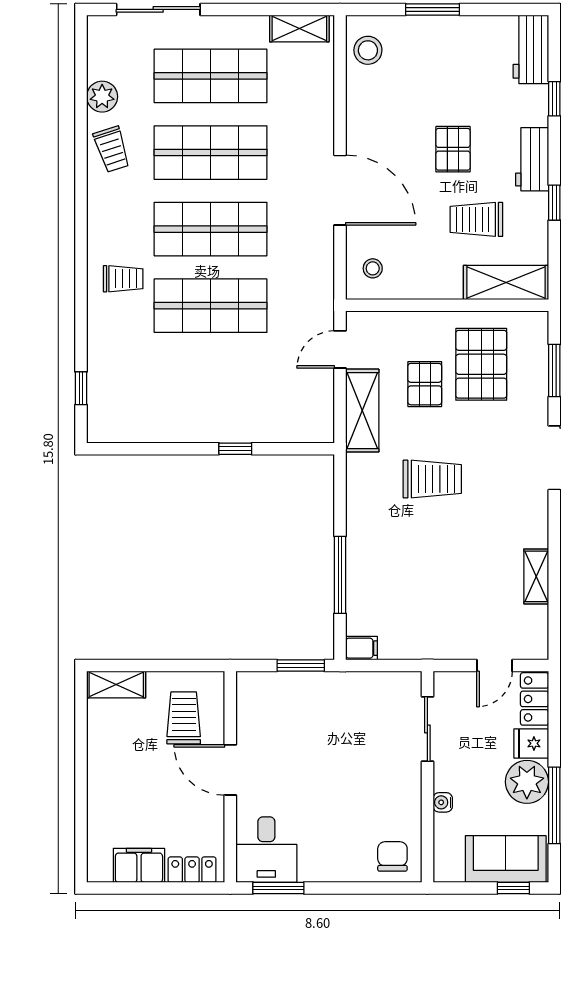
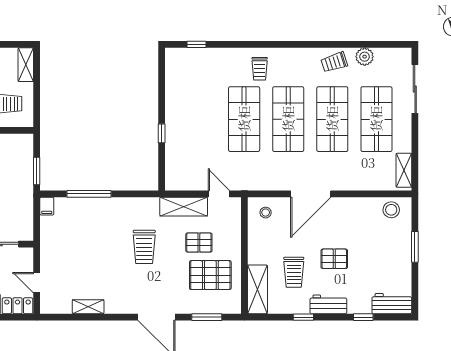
trolley: (476, 219) -> (294, 272), turned 180

